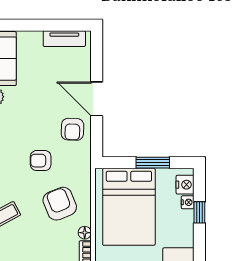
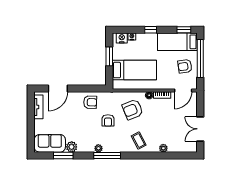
door: (97, 99) -> (58, 88), moved
bed: (129, 207) -> (134, 70), width x0.67
window: (199, 212) -> (151, 30), moved

